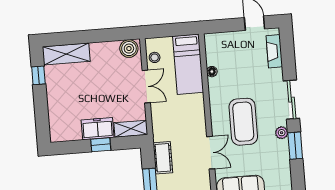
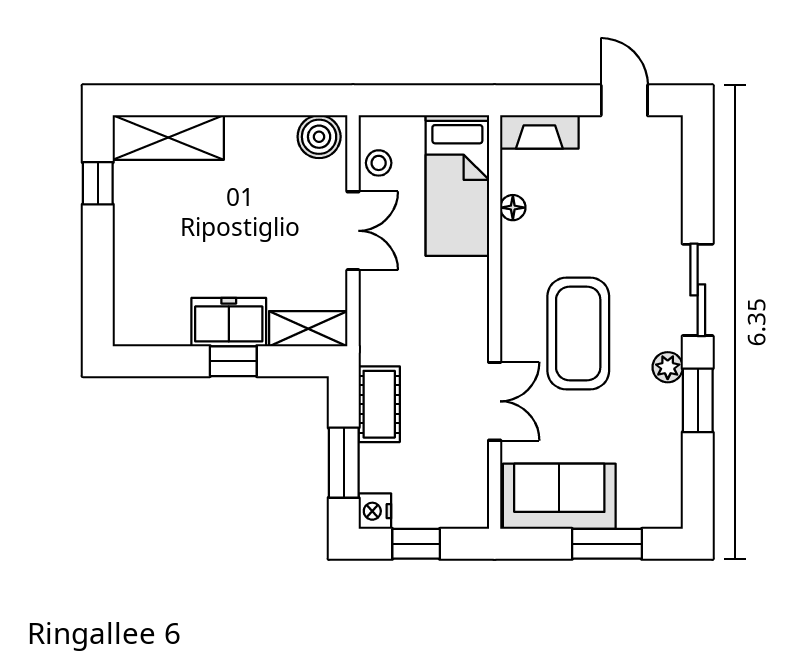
fireplace: (274, 51) -> (539, 132), moved, turned -90

